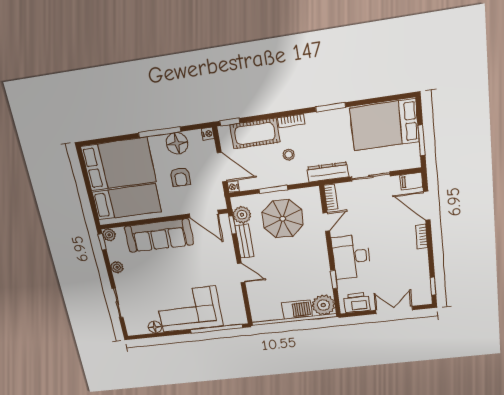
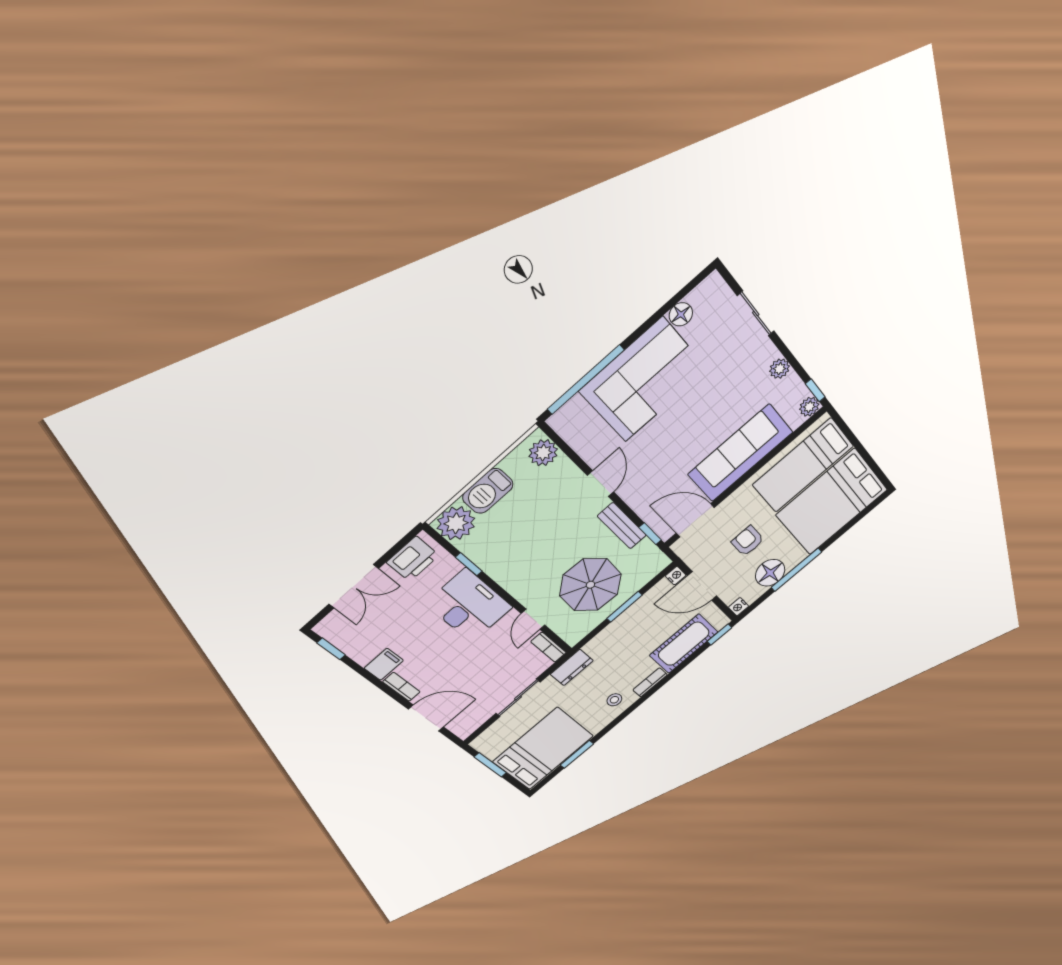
window: (331, 107) -> (577, 754), moved
stool: (289, 155) -> (614, 700), moved
dresser: (328, 172) -> (572, 667), width x0.70
filing cabinet: (411, 181) -> (384, 664), moved
plant: (242, 215) -> (543, 453), moved
door: (241, 273) -> (601, 484), swing flipped

